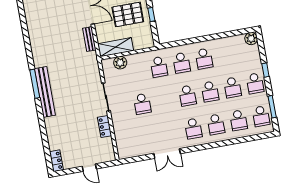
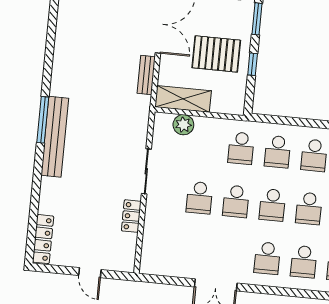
school desk: (165, 100) -> (236, 201), added
locker: (56, 161) -> (43, 239), width x1.53

